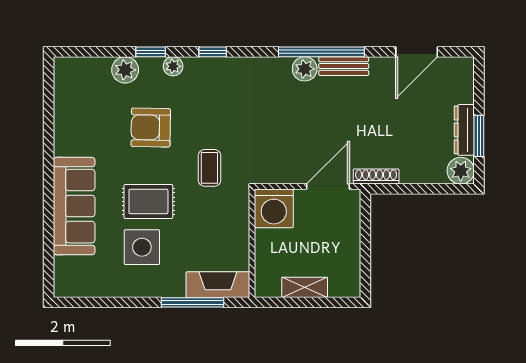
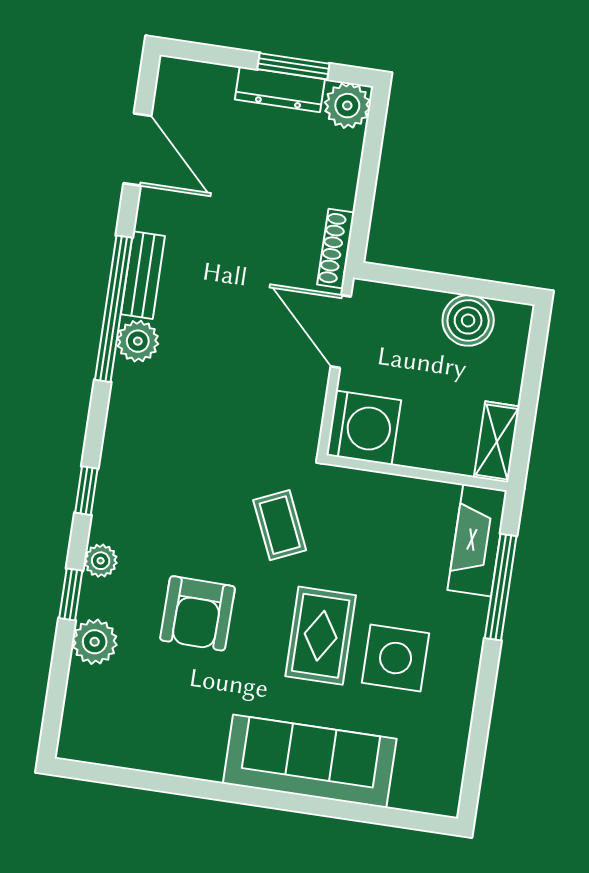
coffee table: (209, 168) -> (280, 525), turned 66
boiler: (346, 260) -> (468, 320), added
shelving: (305, 287) -> (497, 442), moved

